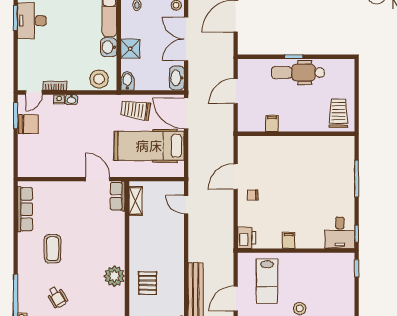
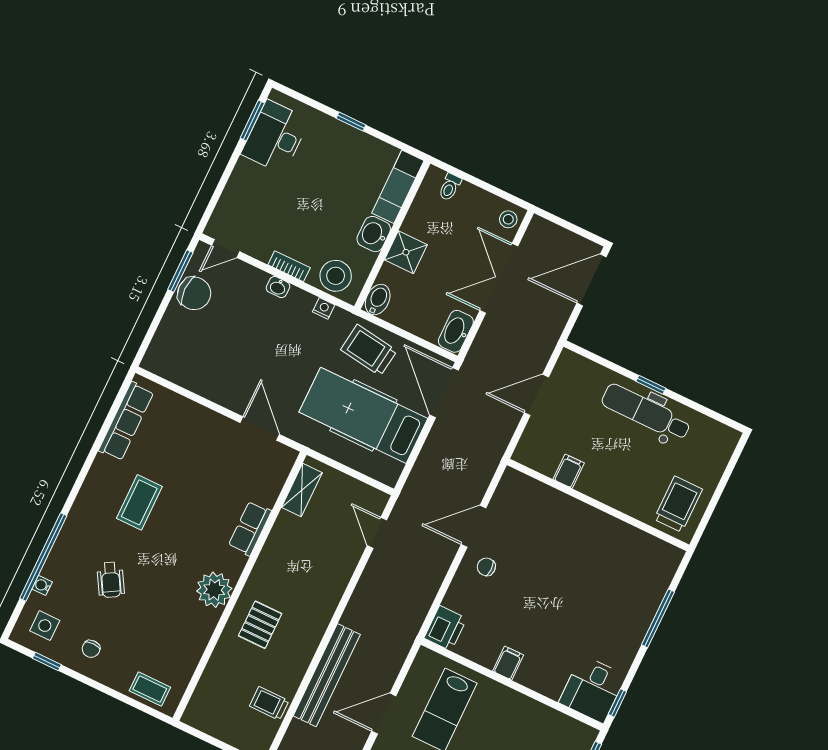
bookcase: (55, 86) -> (289, 266), moved
nightstand: (59, 99) -> (324, 308), moved
row of seats: (118, 196) -> (250, 528), moved

